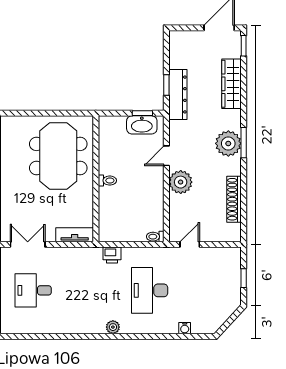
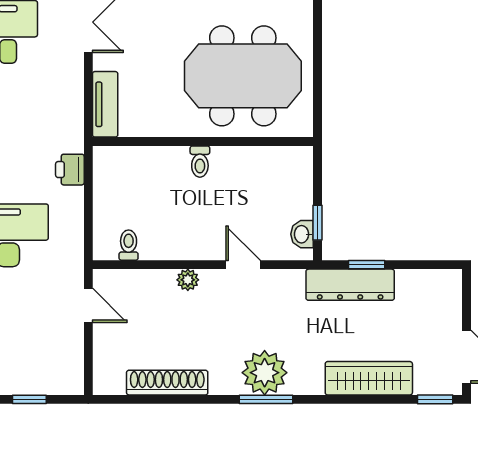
washbasin: (142, 125) -> (302, 234), width x0.52, depth x0.69
plant: (181, 182) -> (188, 280), width x0.53, depth x0.53
toilet: (155, 237) -> (129, 245), moved

